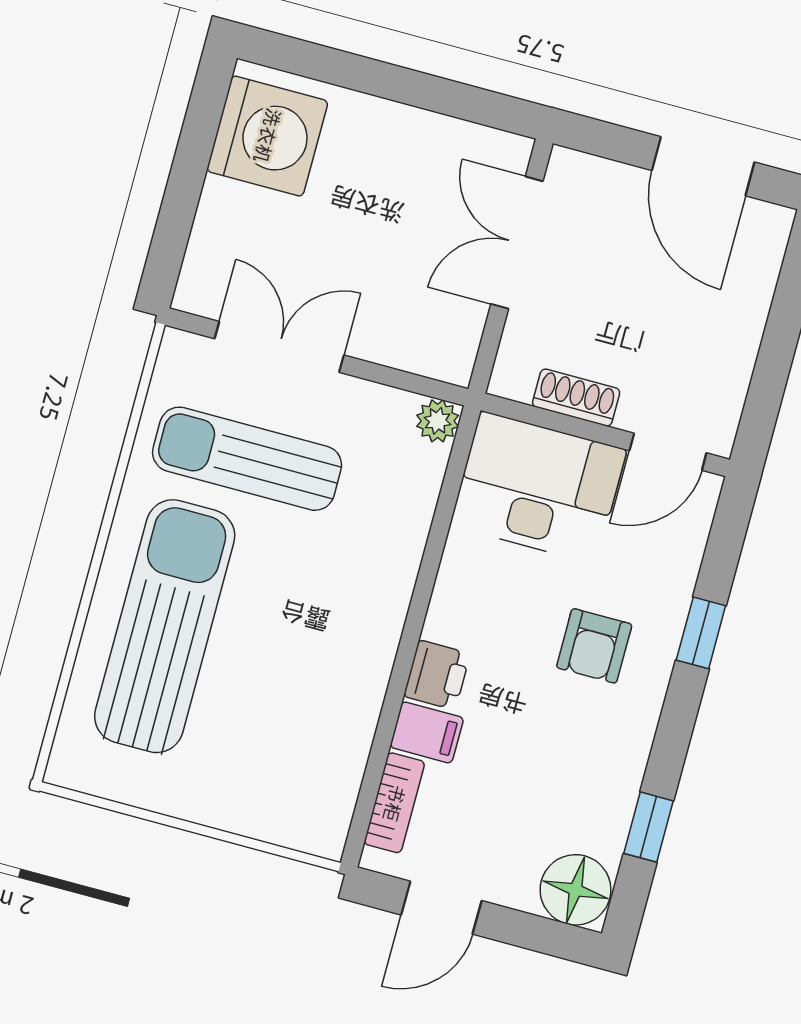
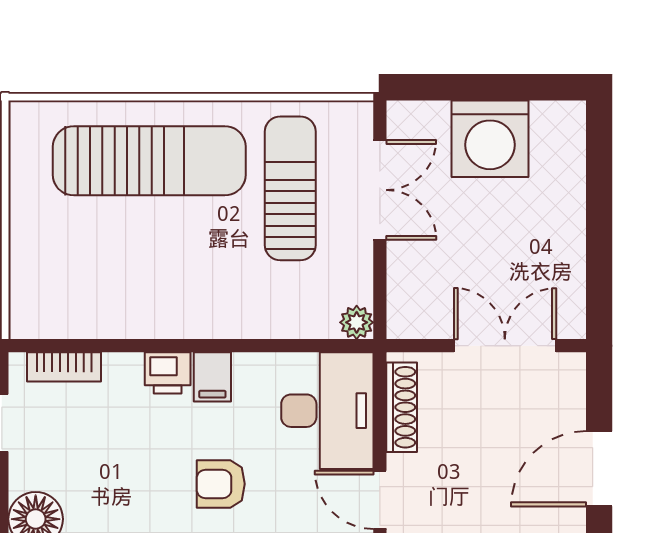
washing machine: (267, 136) -> (490, 139), moved
shoe rack: (576, 398) -> (402, 407), width x1.43
filing cabinet: (427, 732) -> (212, 377), moved

